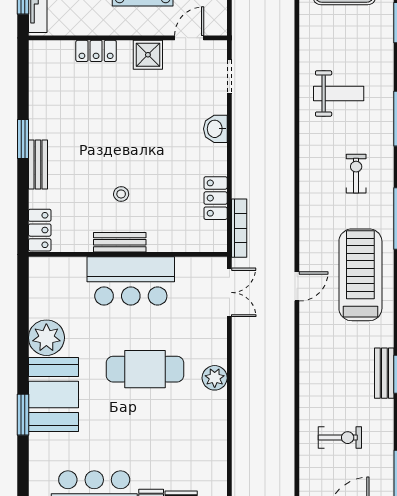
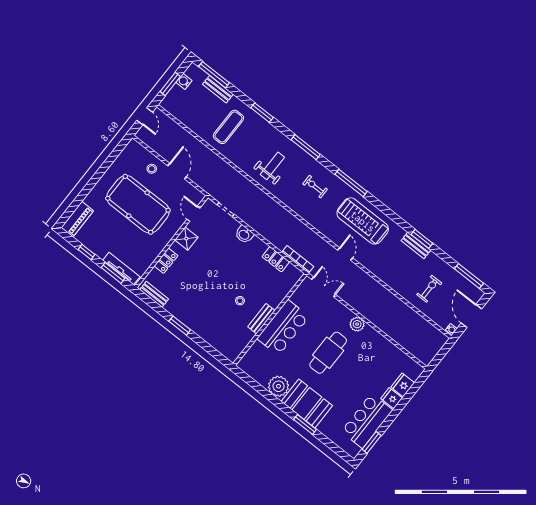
bench: (38, 164) -> (154, 294), moved
locker: (40, 230) -> (227, 351), removed

